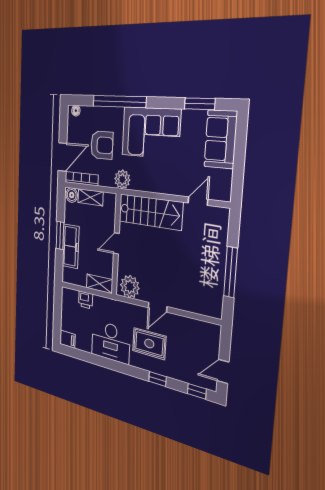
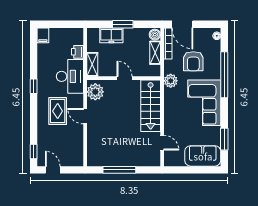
freezer: (71, 246) -> (111, 35), width x0.71
desk: (111, 342) -> (70, 76), moved, turned 180
window: (158, 379) -> (34, 86), moved

